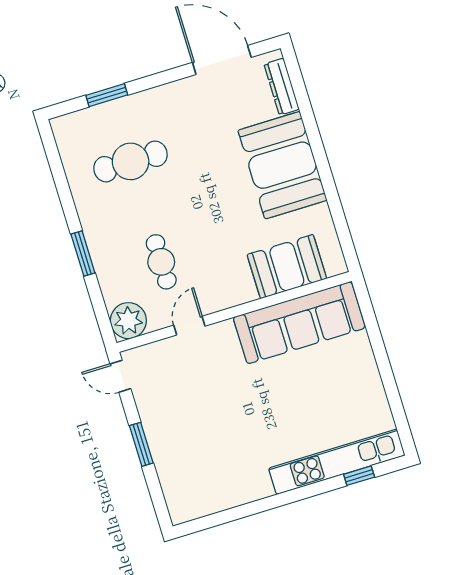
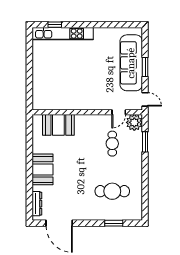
booth: (282, 165) -> (42, 169), width x0.73, depth x0.70
window: (83, 254) -> (145, 142), moved
sofa: (299, 323) -> (131, 63), moved, turned -90
door: (189, 326) -> (119, 112), moved

